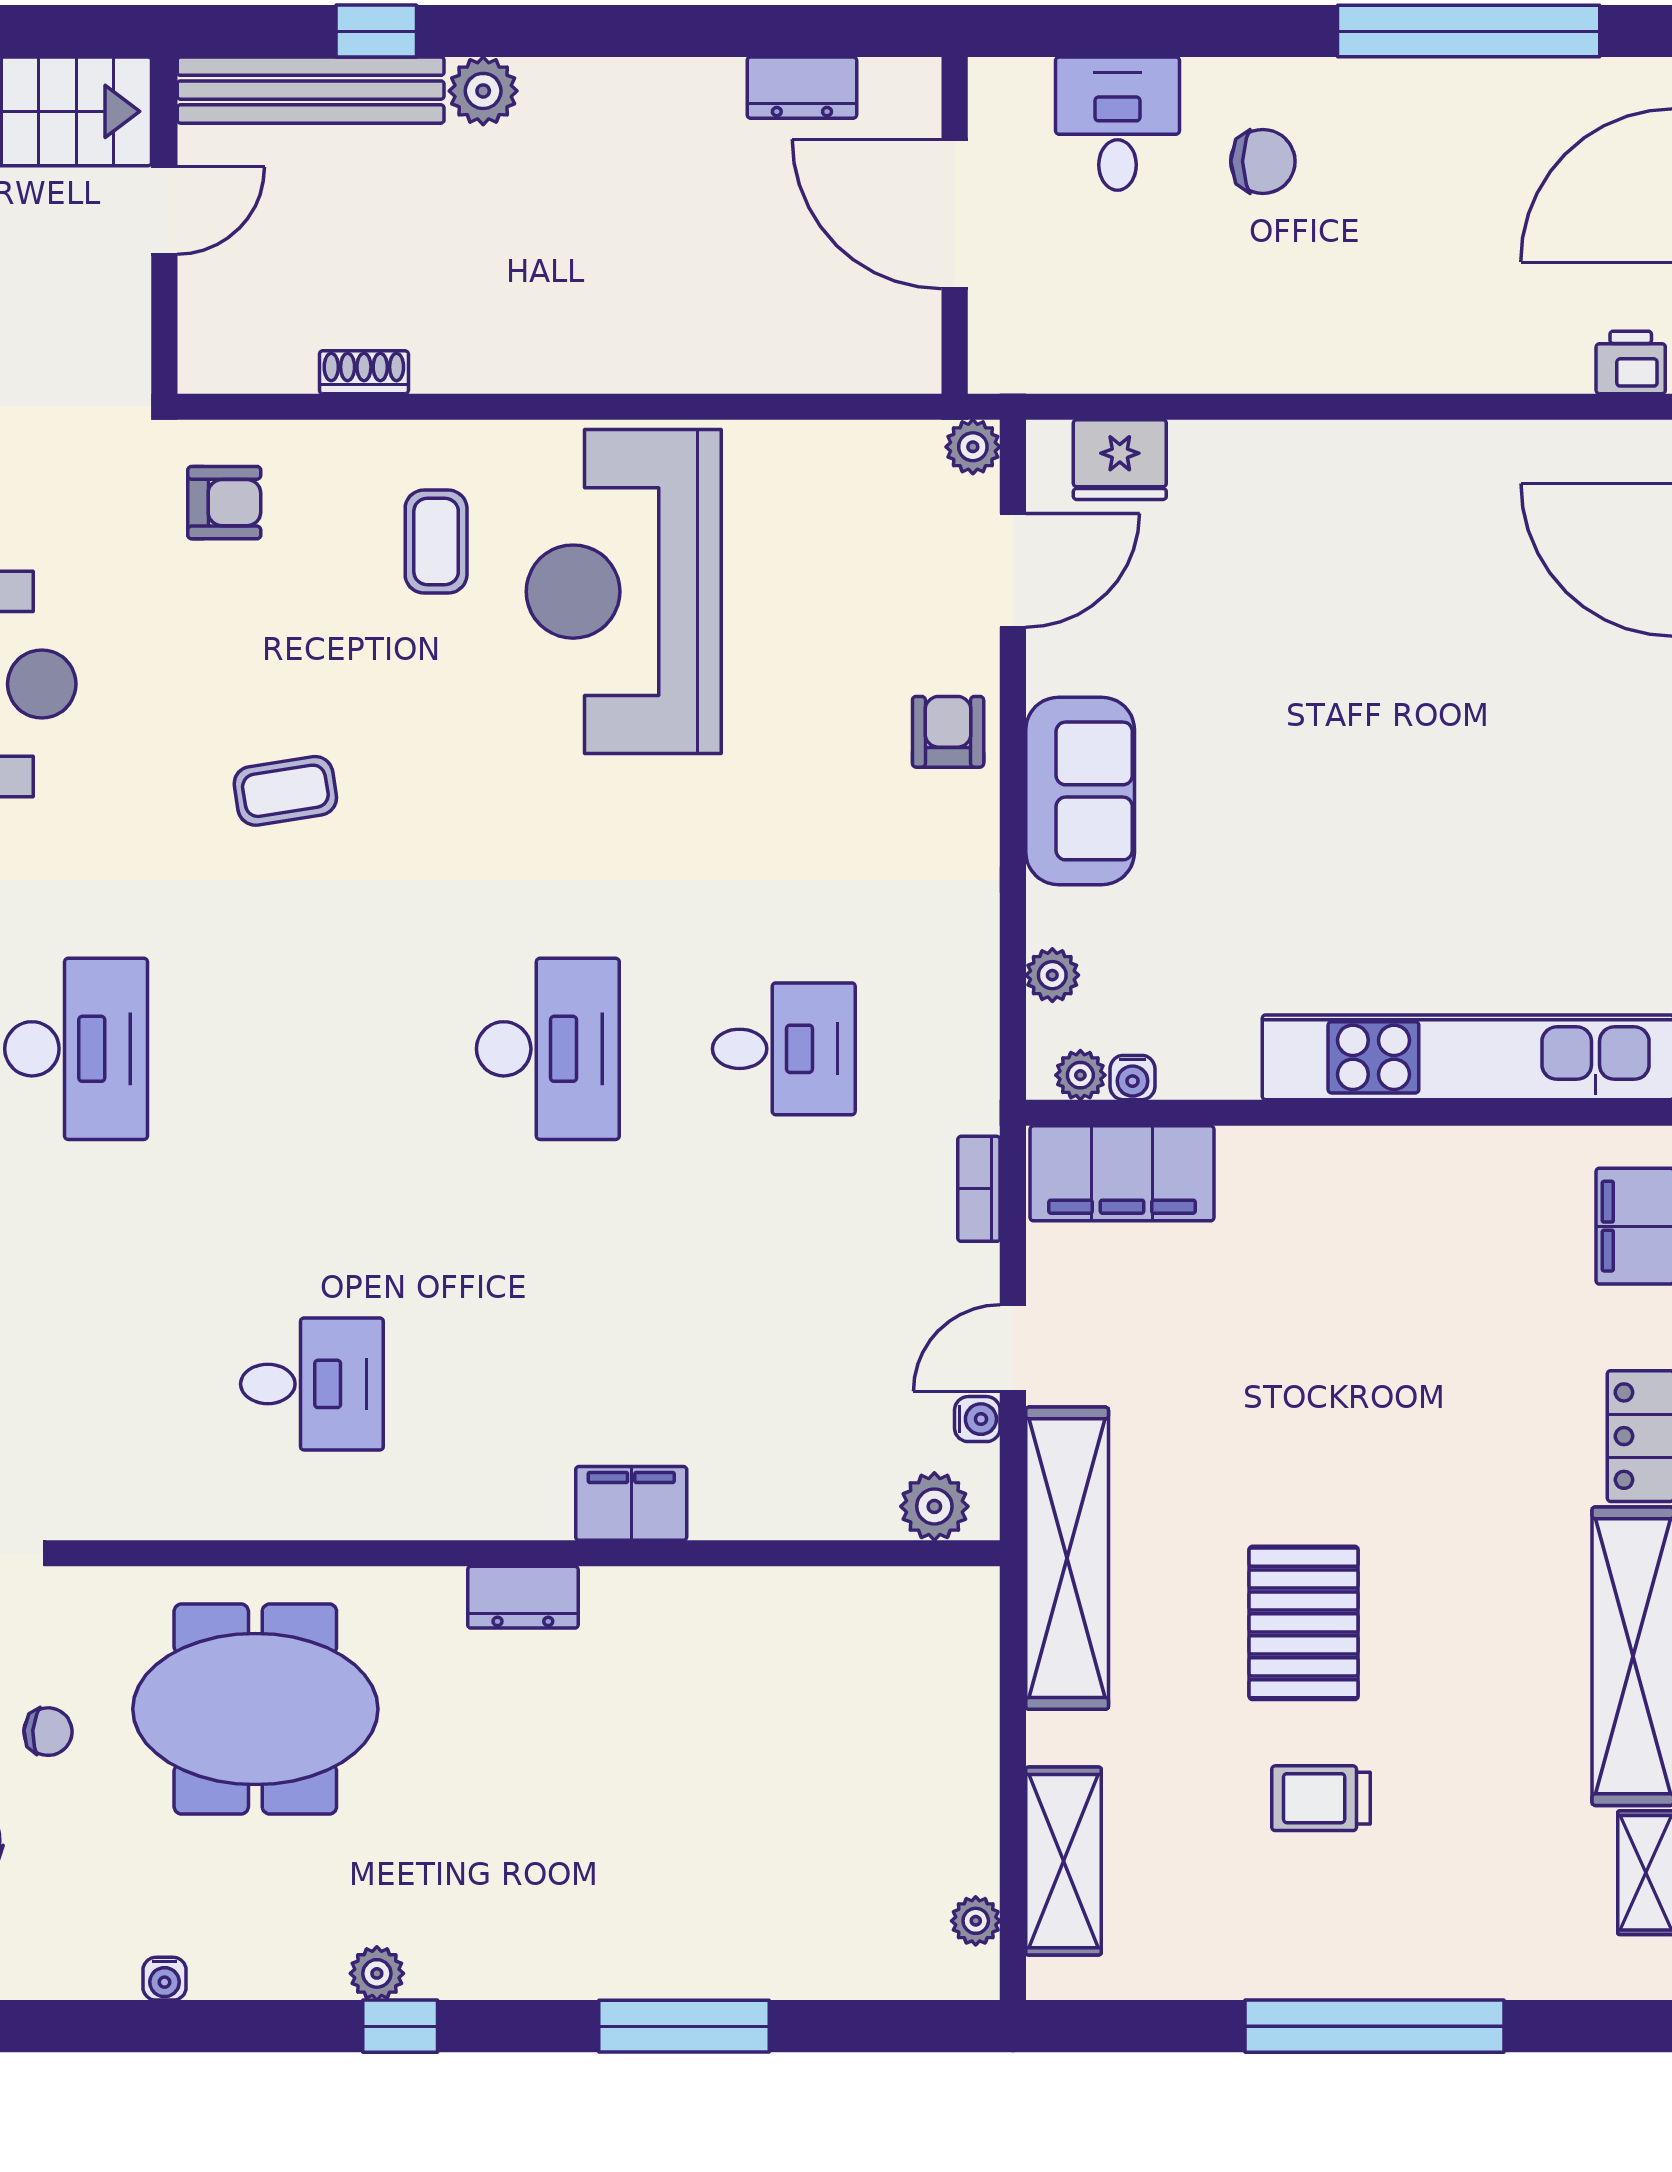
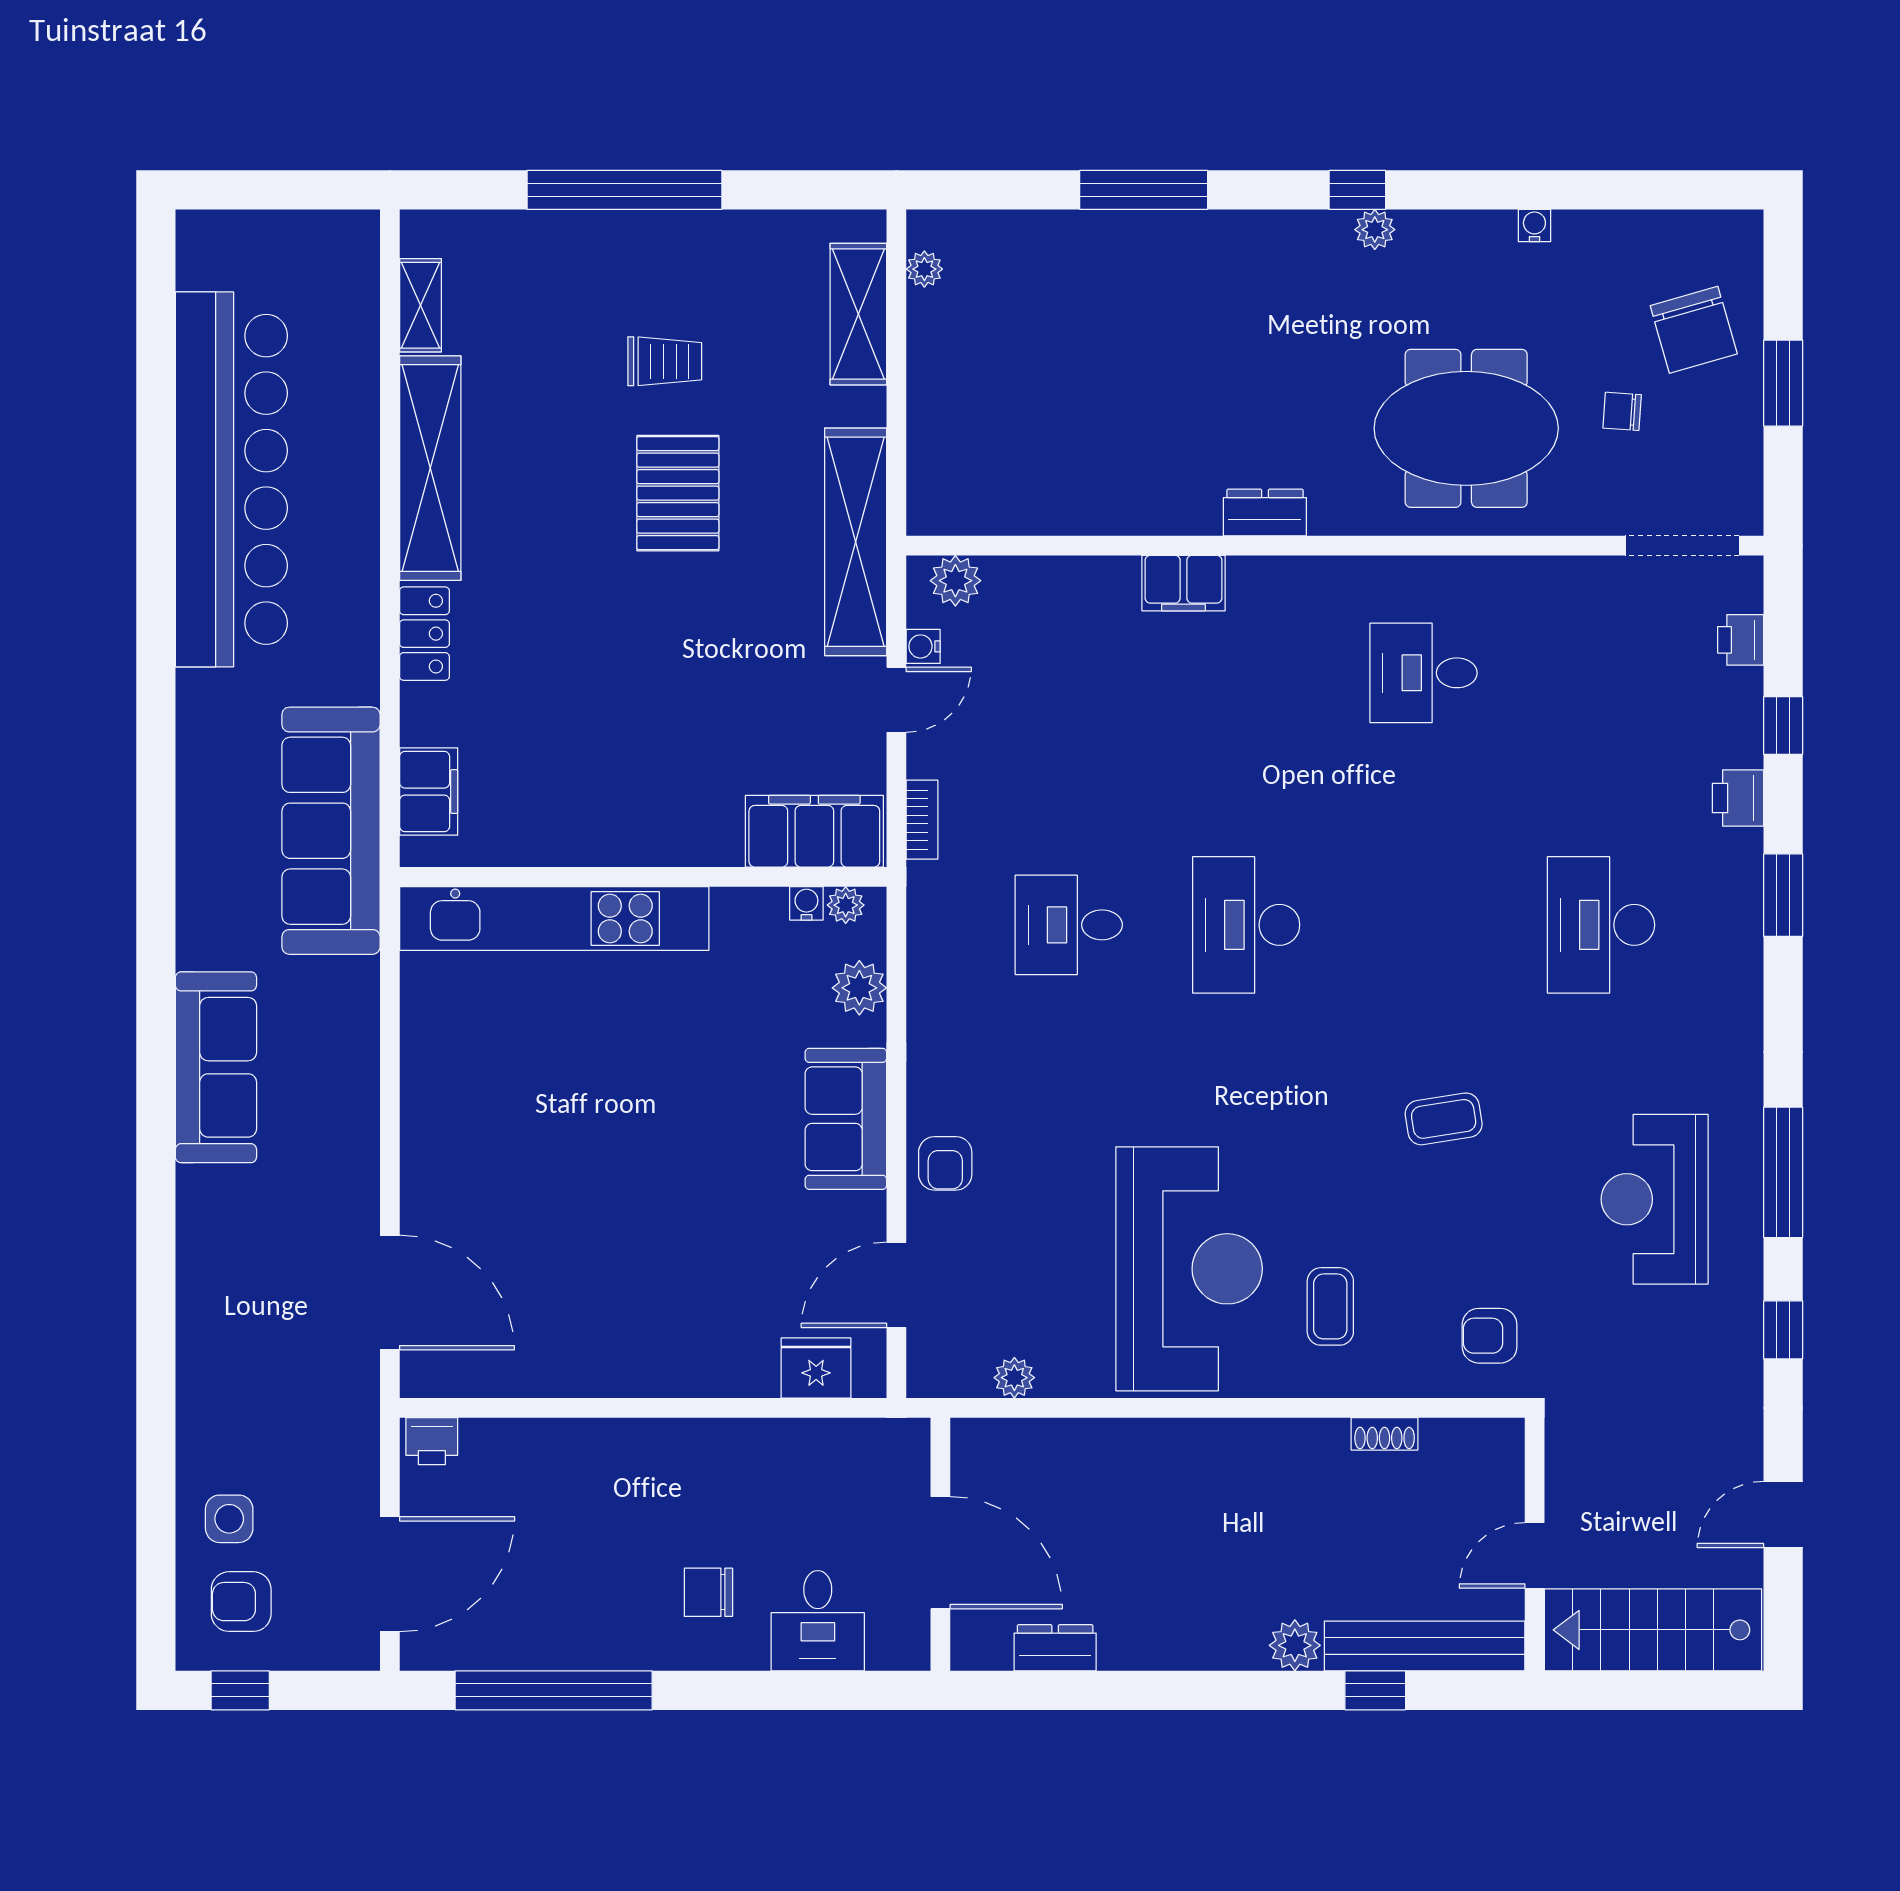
plant: (973, 447) -> (1014, 1378), moved
plant: (1052, 975) -> (859, 988), width x1.38, depth x1.38

